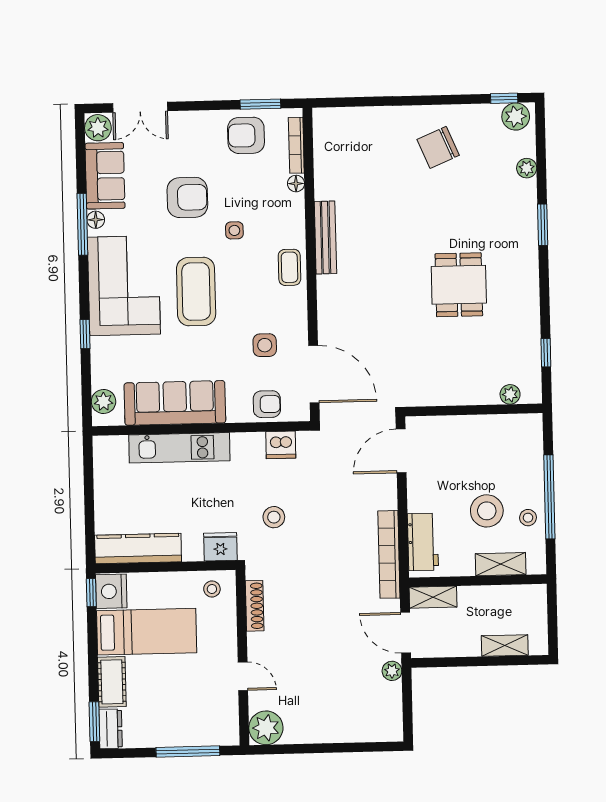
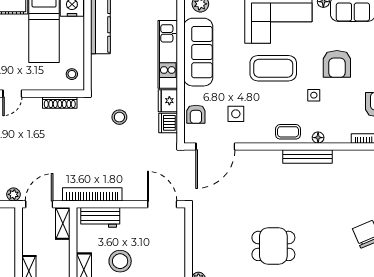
floor lamp: (296, 184) -> (318, 138), moved
fridge: (220, 547) -> (168, 101), moved, turned 180

